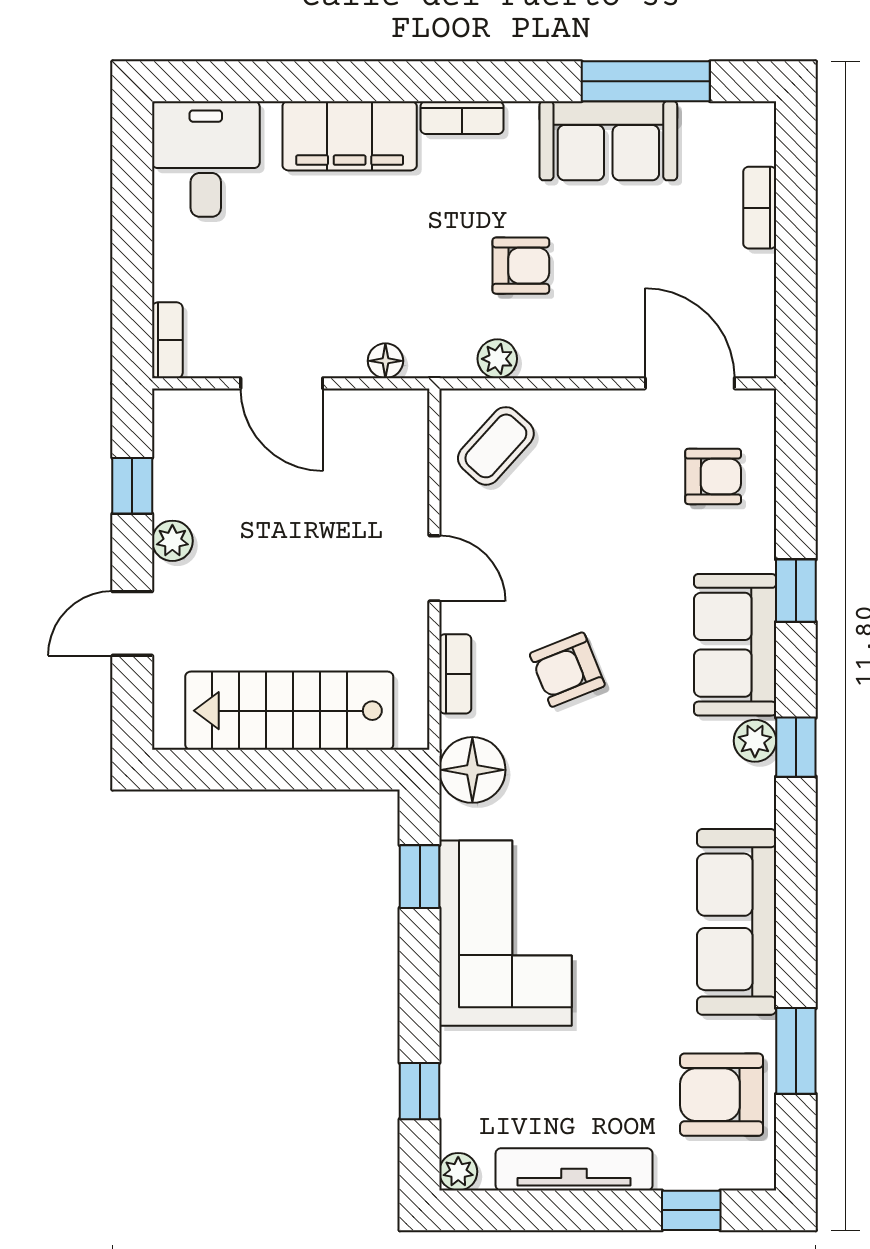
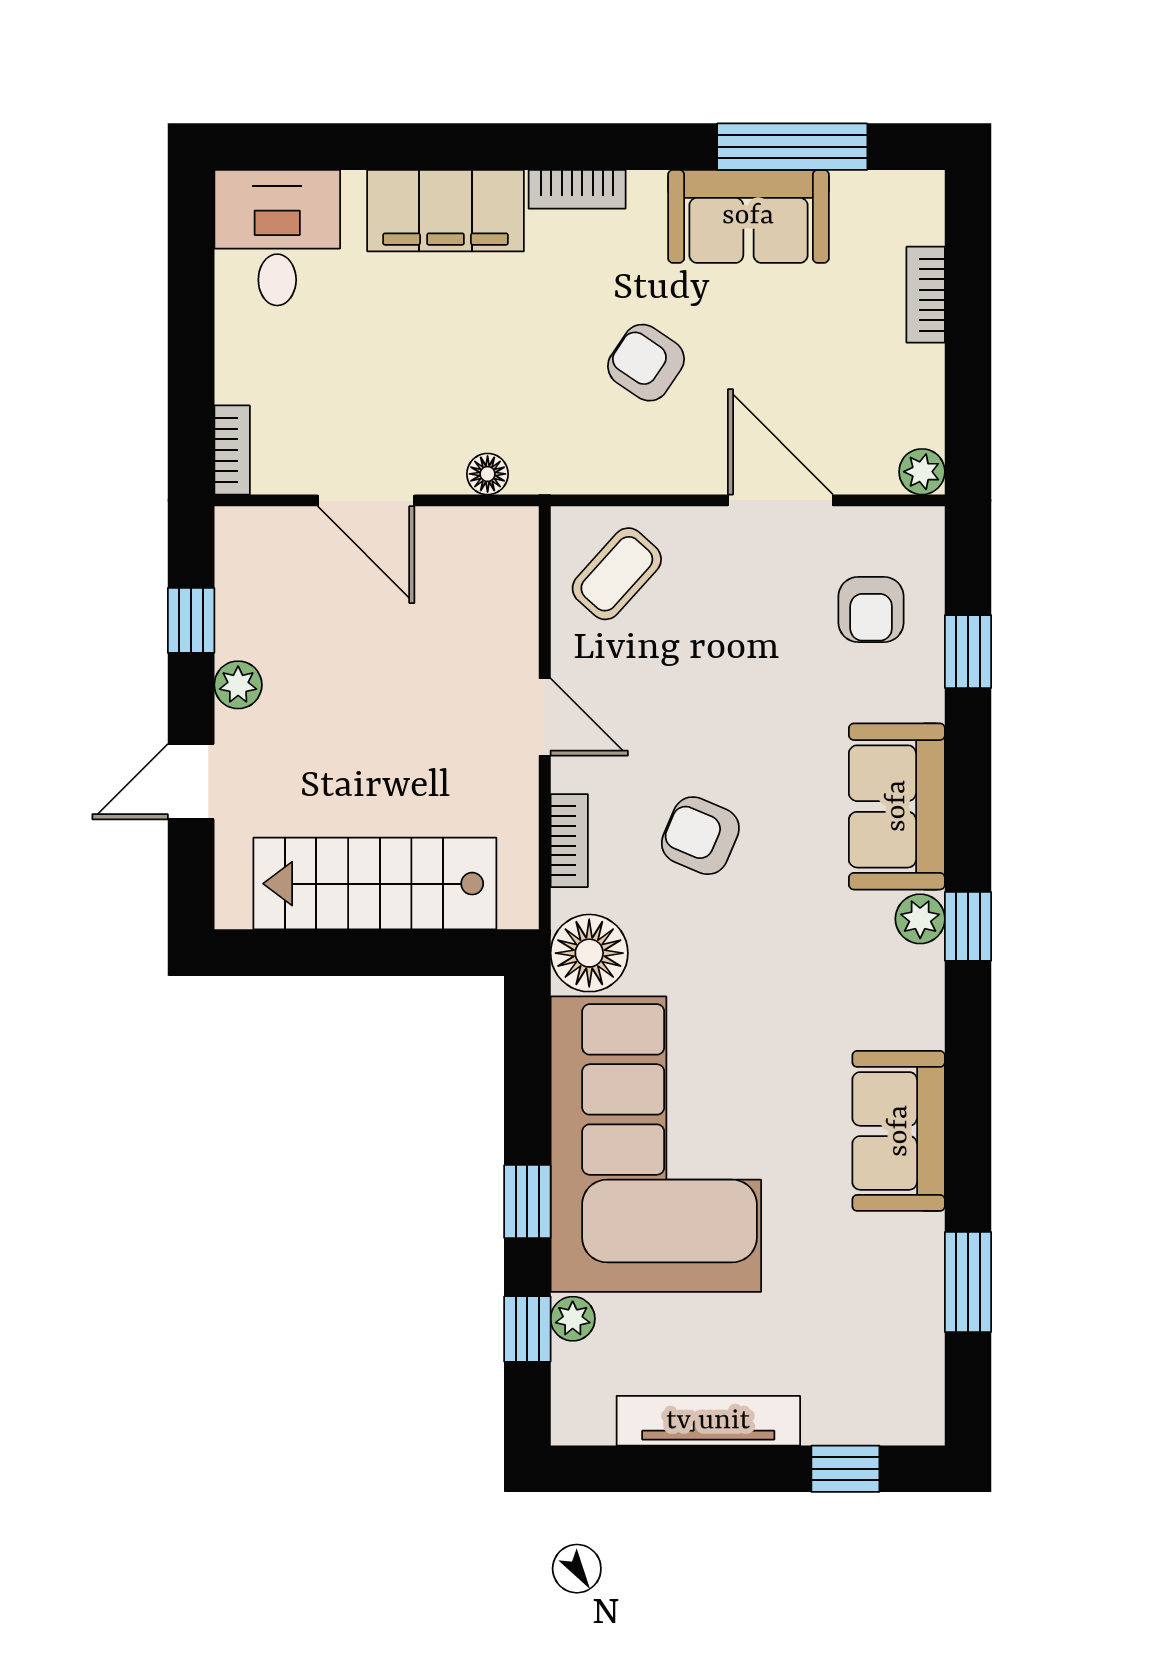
armchair: (521, 266) -> (646, 363), turned -146
plant: (497, 359) -> (922, 472), moved
door: (690, 383) -> (780, 500), moved
armchair: (713, 476) -> (871, 609), turned 90
window: (796, 591) -> (968, 652), moved
armchair: (567, 670) -> (700, 836), turned 45
window: (420, 877) -> (527, 1202), moved
sofa: (737, 922) -> (899, 1131), width x0.73
corner sofa: (505, 933) -> (656, 1144), width x1.36, depth x1.36
armchair: (722, 1095) -> (881, 1333), removed
plant: (458, 1172) -> (573, 1319), moved

